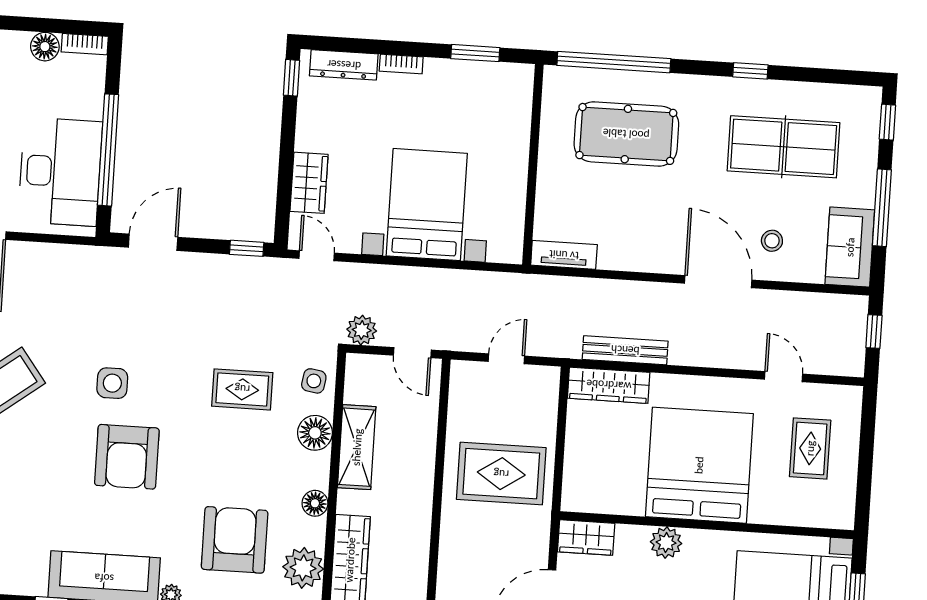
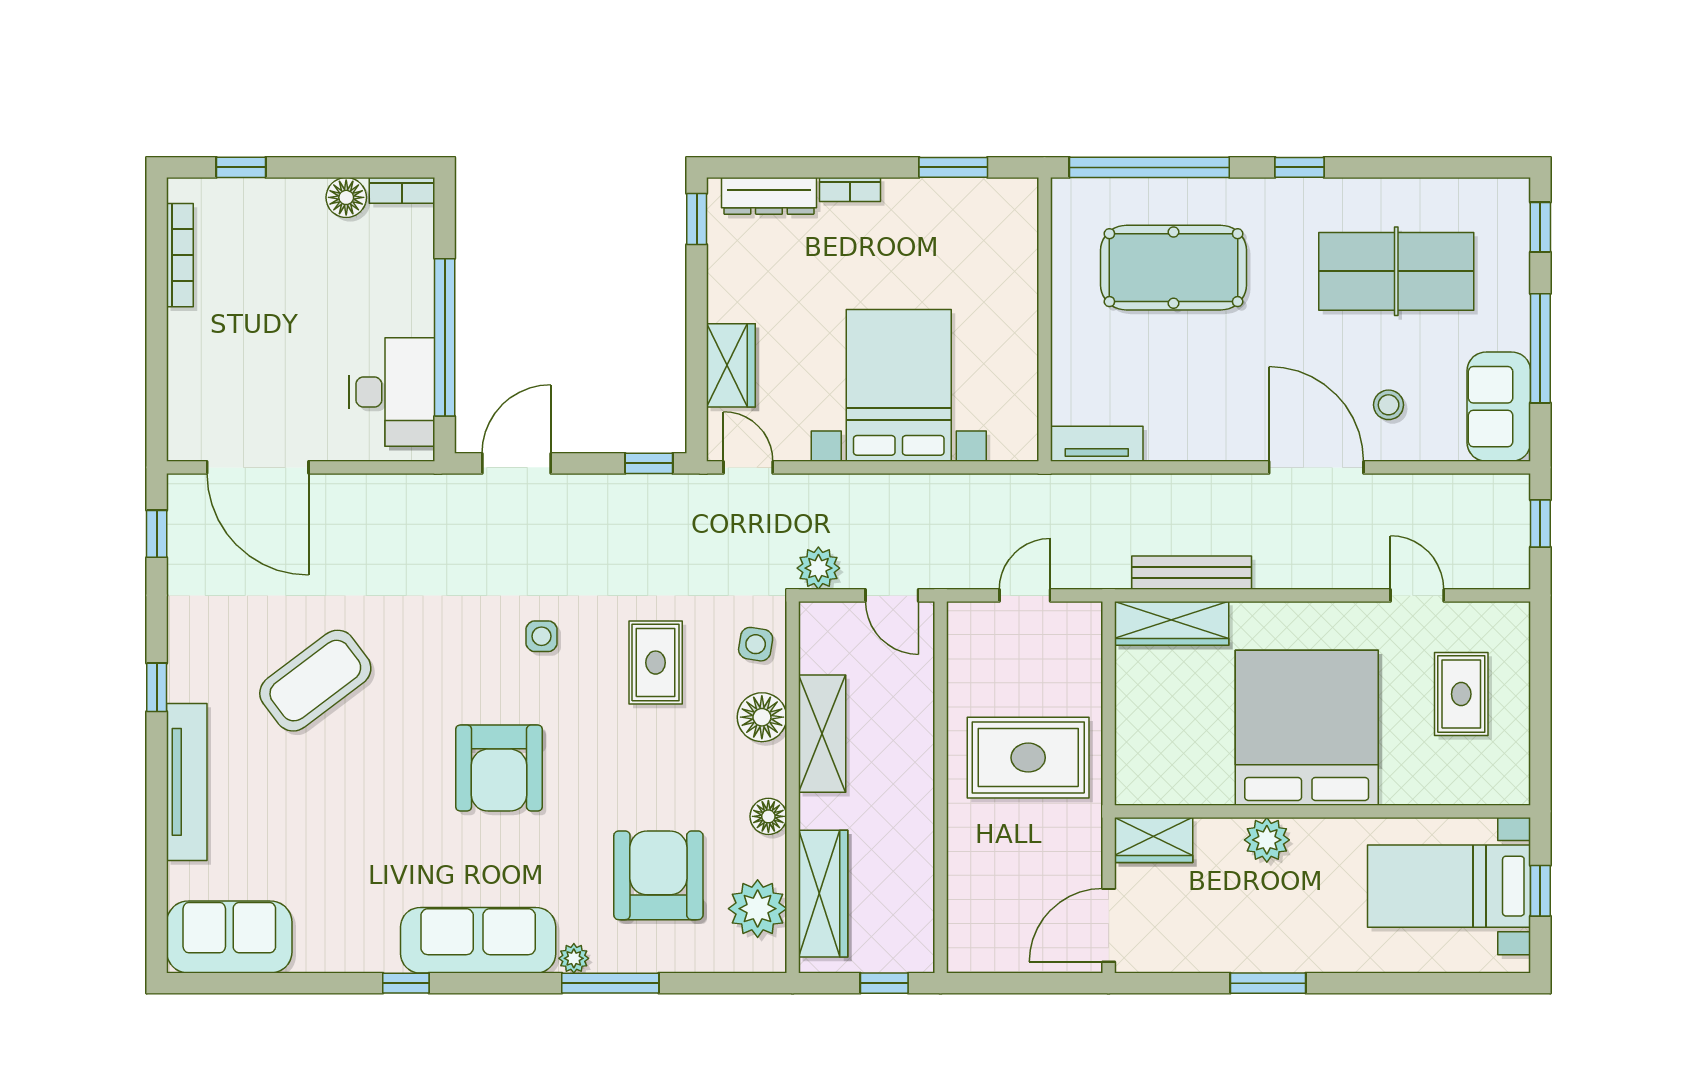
window: (750, 71) -> (1299, 167), moved
desk: (60, 172) -> (392, 392), width x0.73, depth x0.77
side table: (112, 383) -> (542, 636), moved, width x0.73, depth x0.73
rug: (242, 389) -> (656, 663), turned 90

